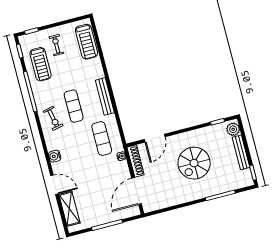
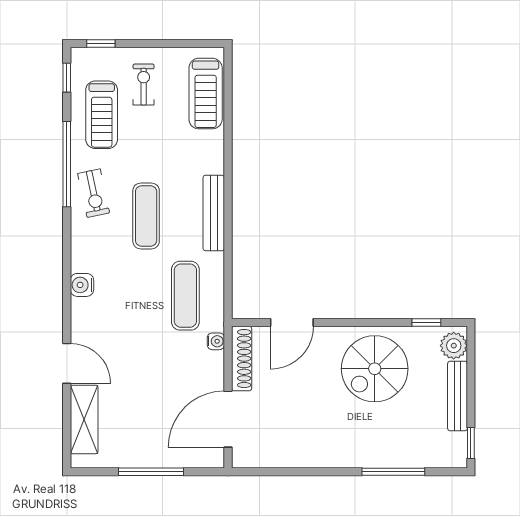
exercise bike: (53, 118) -> (94, 193), moved
water cooler: (55, 156) -> (82, 285), moved
spiral stairs: (194, 163) -> (375, 369), moved

